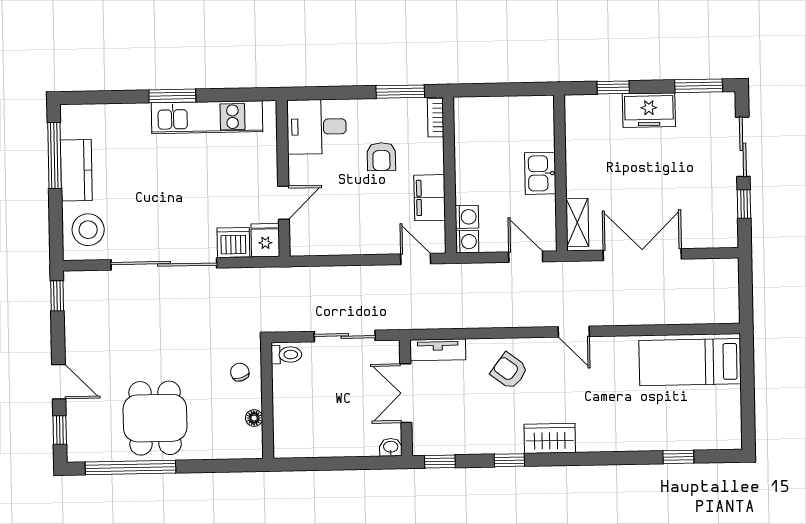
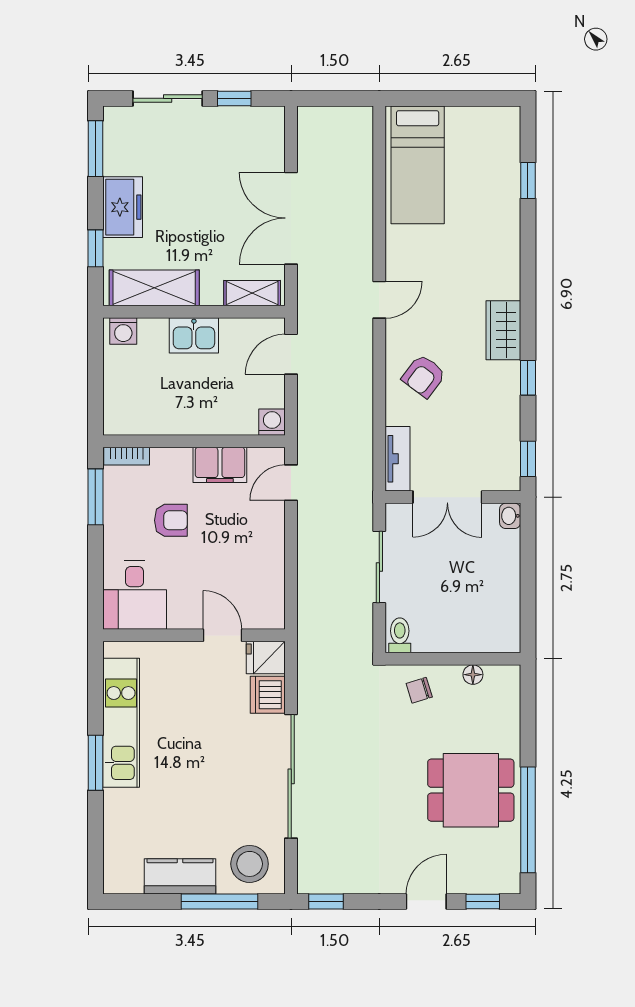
shelving: (580, 138) -> (154, 288), added
window: (54, 156) -> (219, 902), moved
washing machine: (467, 217) -> (123, 331), moved, turned 180

